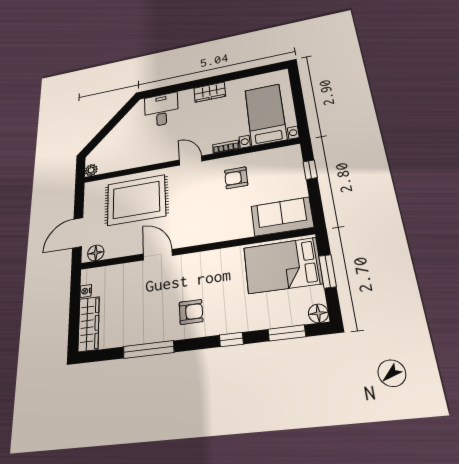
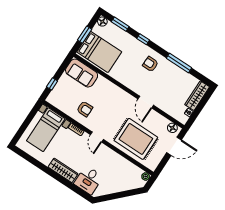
wardrobe: (210, 92) -> (63, 170), width x1.50

